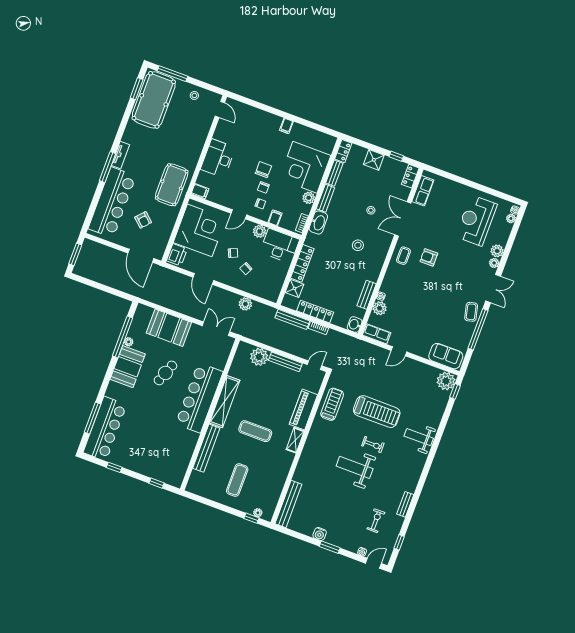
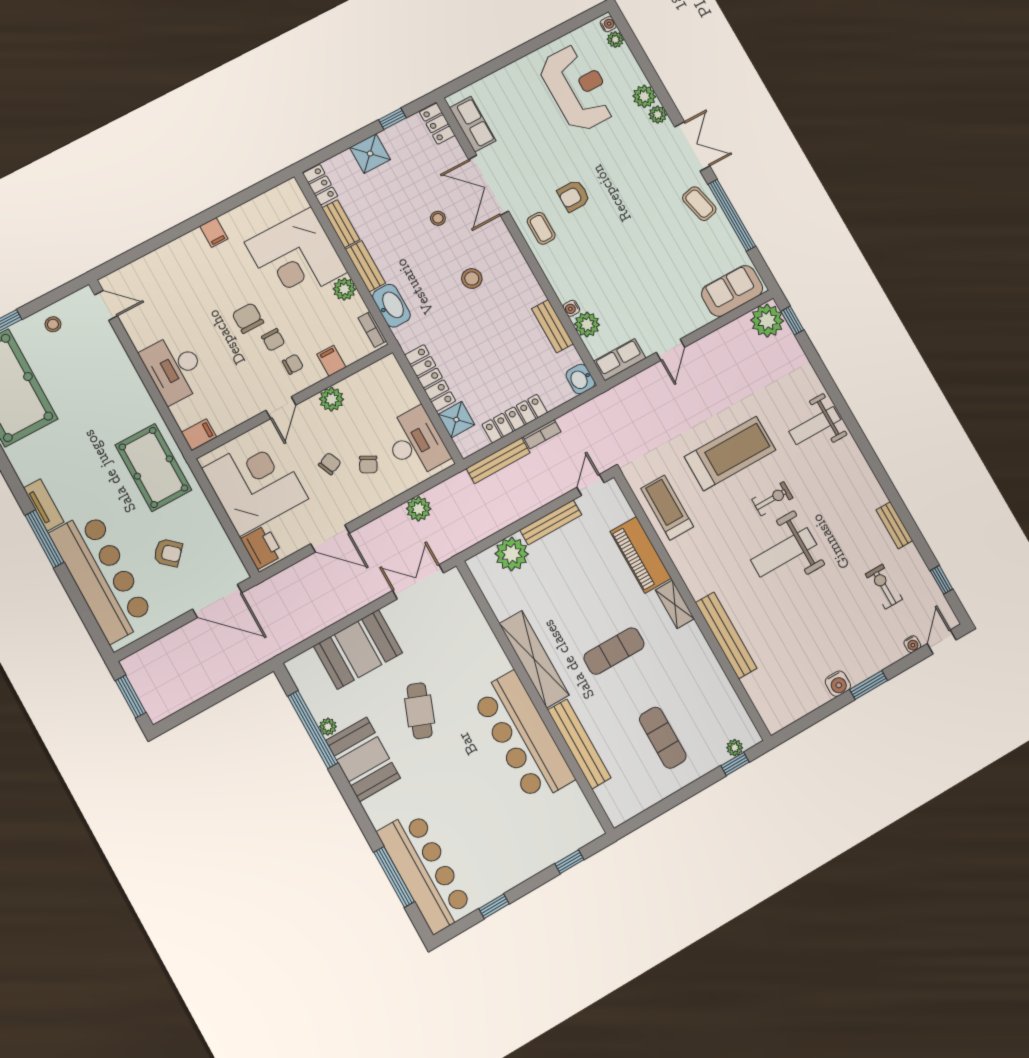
reception desk: (476, 220) -> (578, 88), turned 180
desk: (280, 246) -> (415, 443), moved, turned 90
bar counter: (199, 398) -> (523, 737), moved
bench: (288, 504) -> (726, 635), moved

